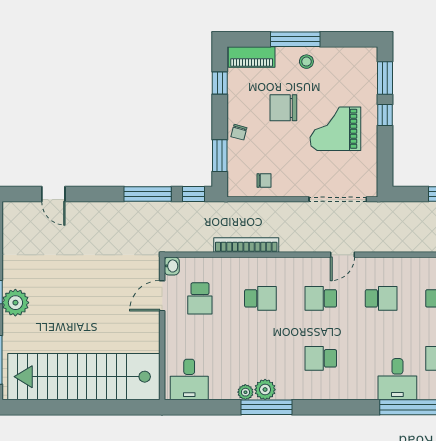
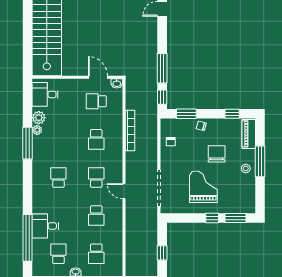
plant: (265, 390) -> (39, 118), moved

